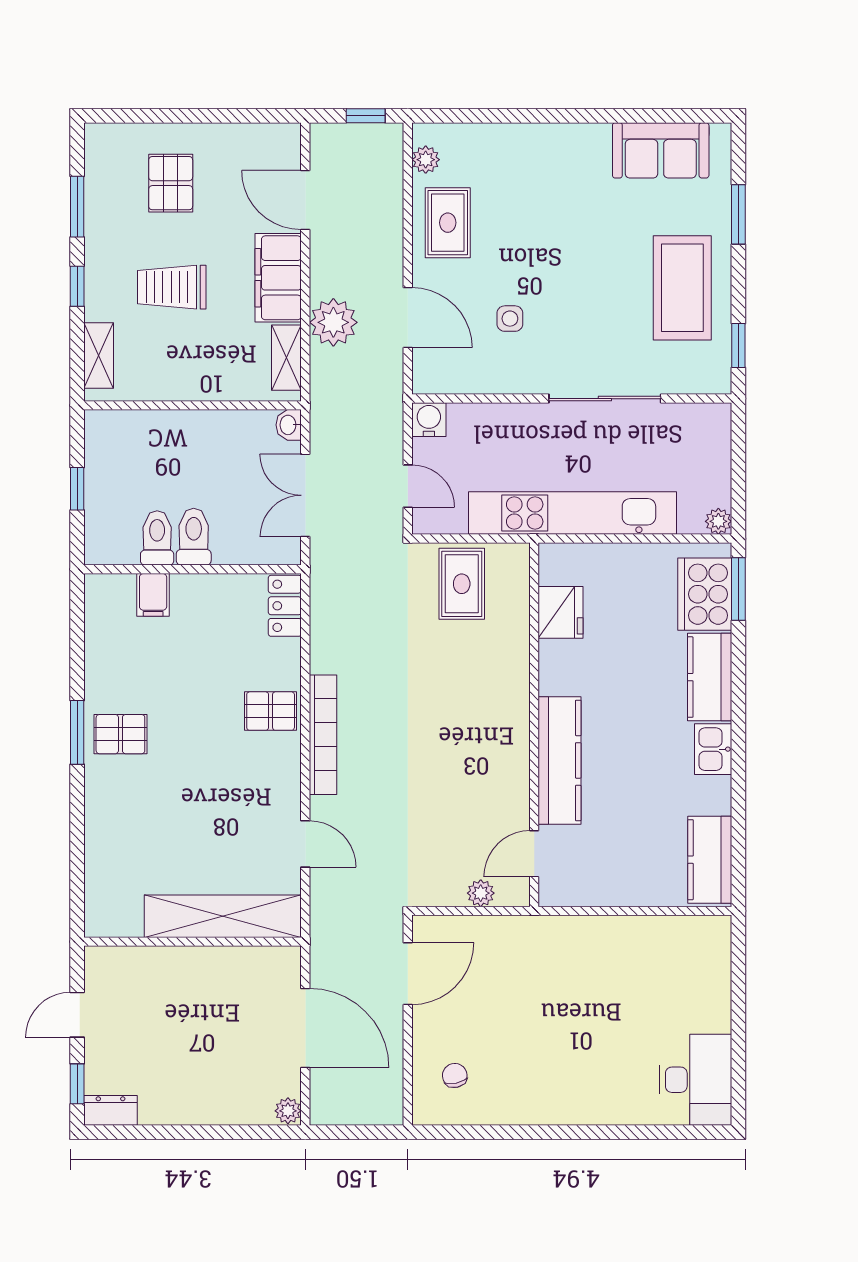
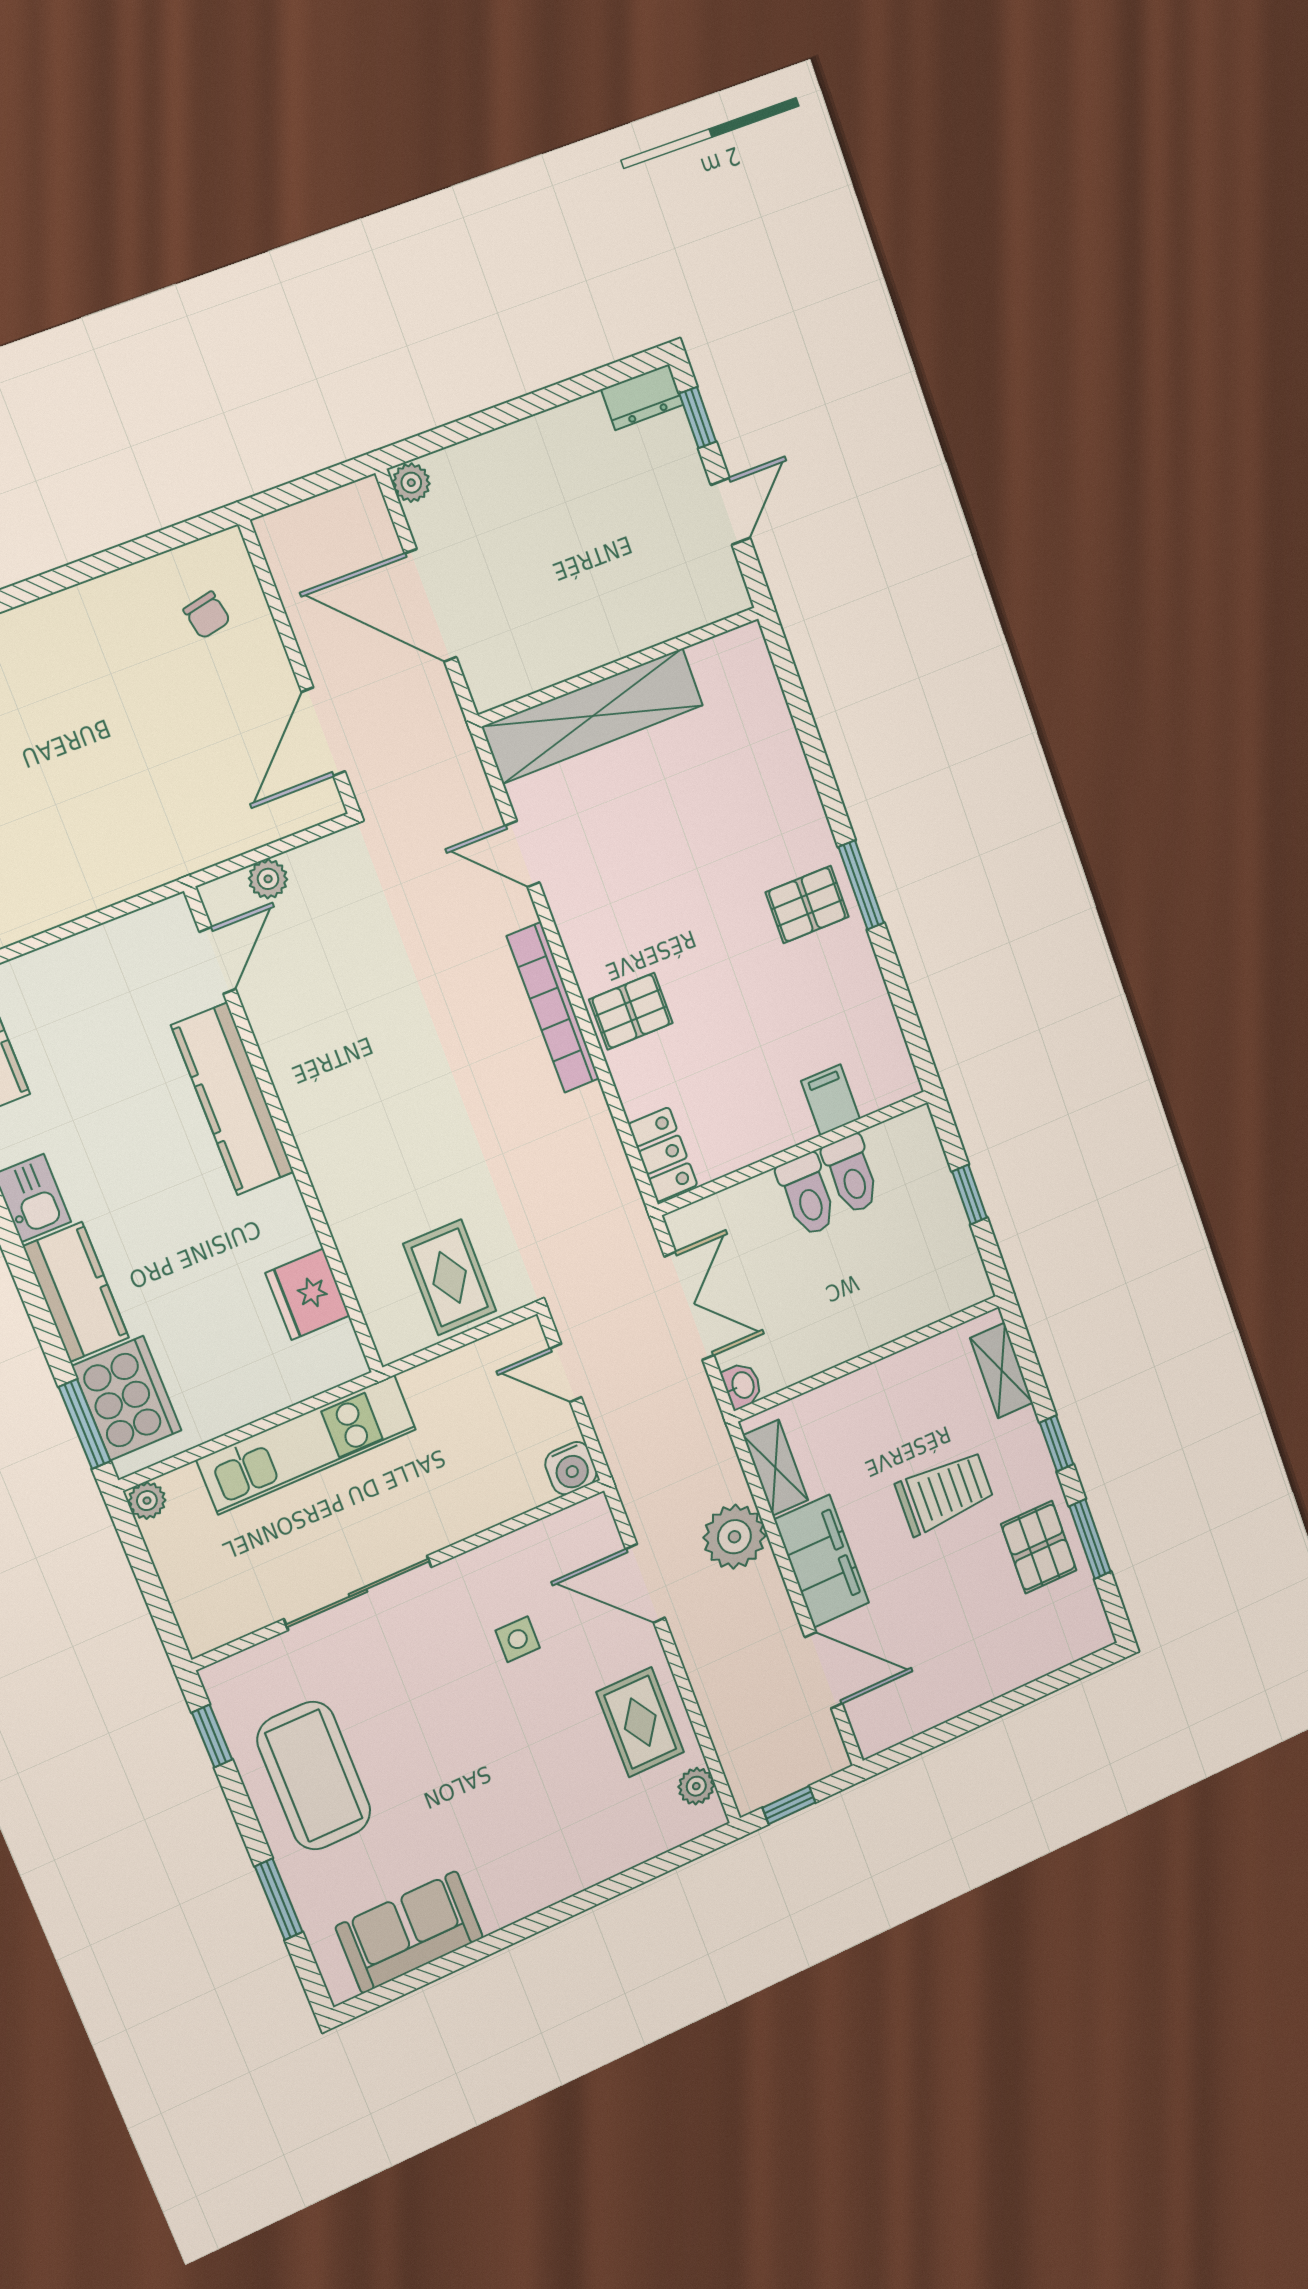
pallet: (171, 183) -> (1039, 1547), moved
kitchen unit: (572, 513) -> (307, 1445), width x0.73

